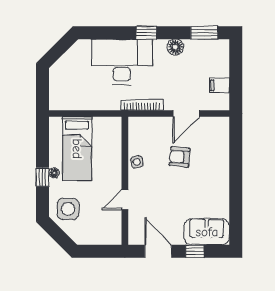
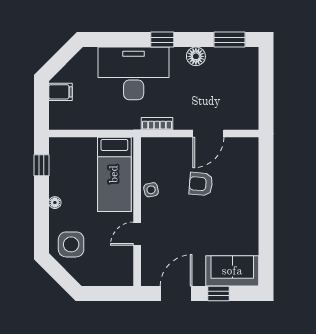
filing cabinet: (219, 85) -> (60, 92), moved, turned 180
bookcase: (142, 105) -> (157, 124), width x0.64
bed: (77, 149) -> (114, 174), moved
window: (42, 177) -> (41, 165), moved
door: (158, 251) -> (176, 294), hinge flipped

